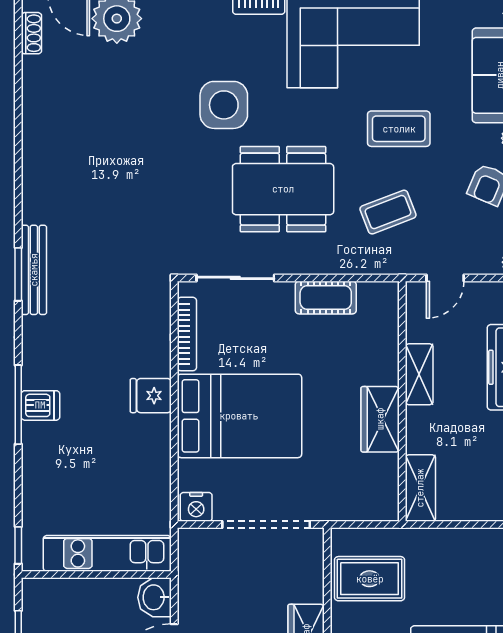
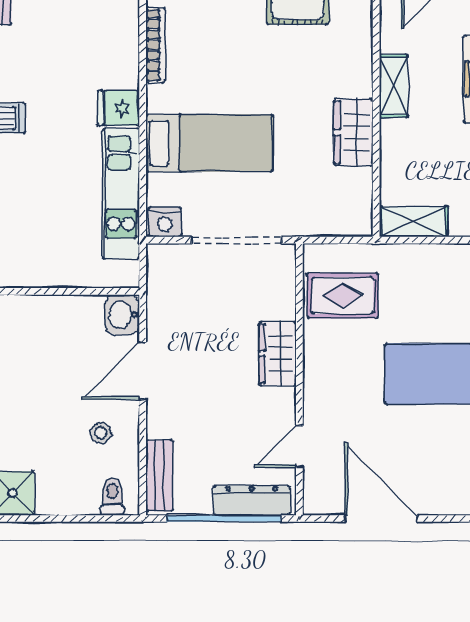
bed: (239, 416) -> (209, 143), width x0.67
shelving: (420, 488) -> (414, 222), moved, turned 90
kitchen unit: (107, 553) -> (121, 194), moved, turned -90

